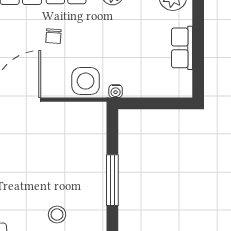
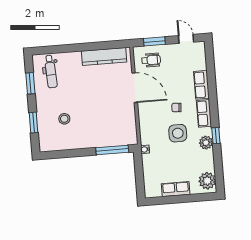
side table: (86, 81) -> (178, 133), moved
window: (112, 180) -> (112, 150), moved

